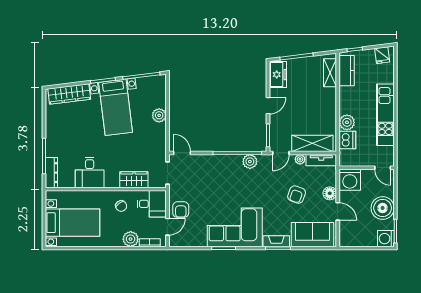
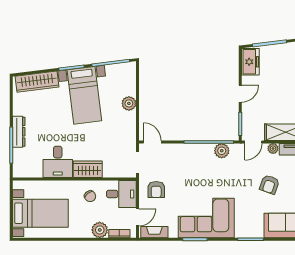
dresser: (51, 173) -> (19, 132), moved
wardrobe: (134, 180) -> (88, 169), moved
armchair: (181, 210) -> (156, 190), moved
fireplace: (276, 241) -> (154, 232), moved

